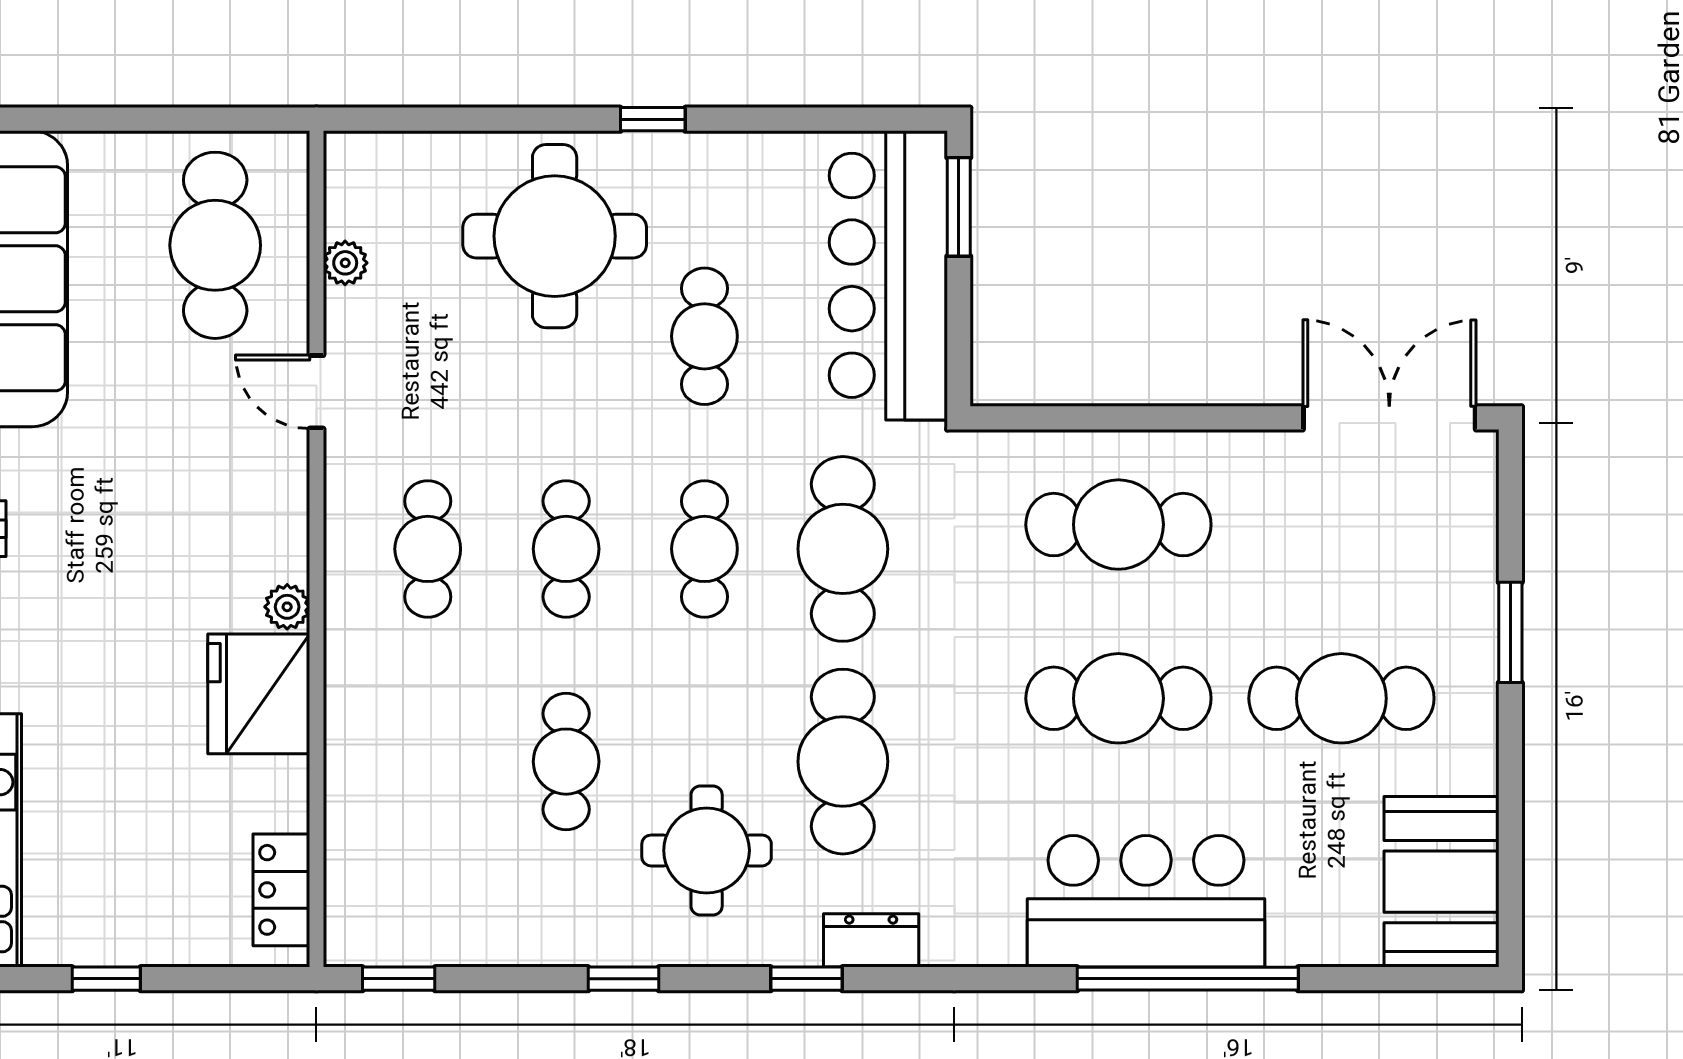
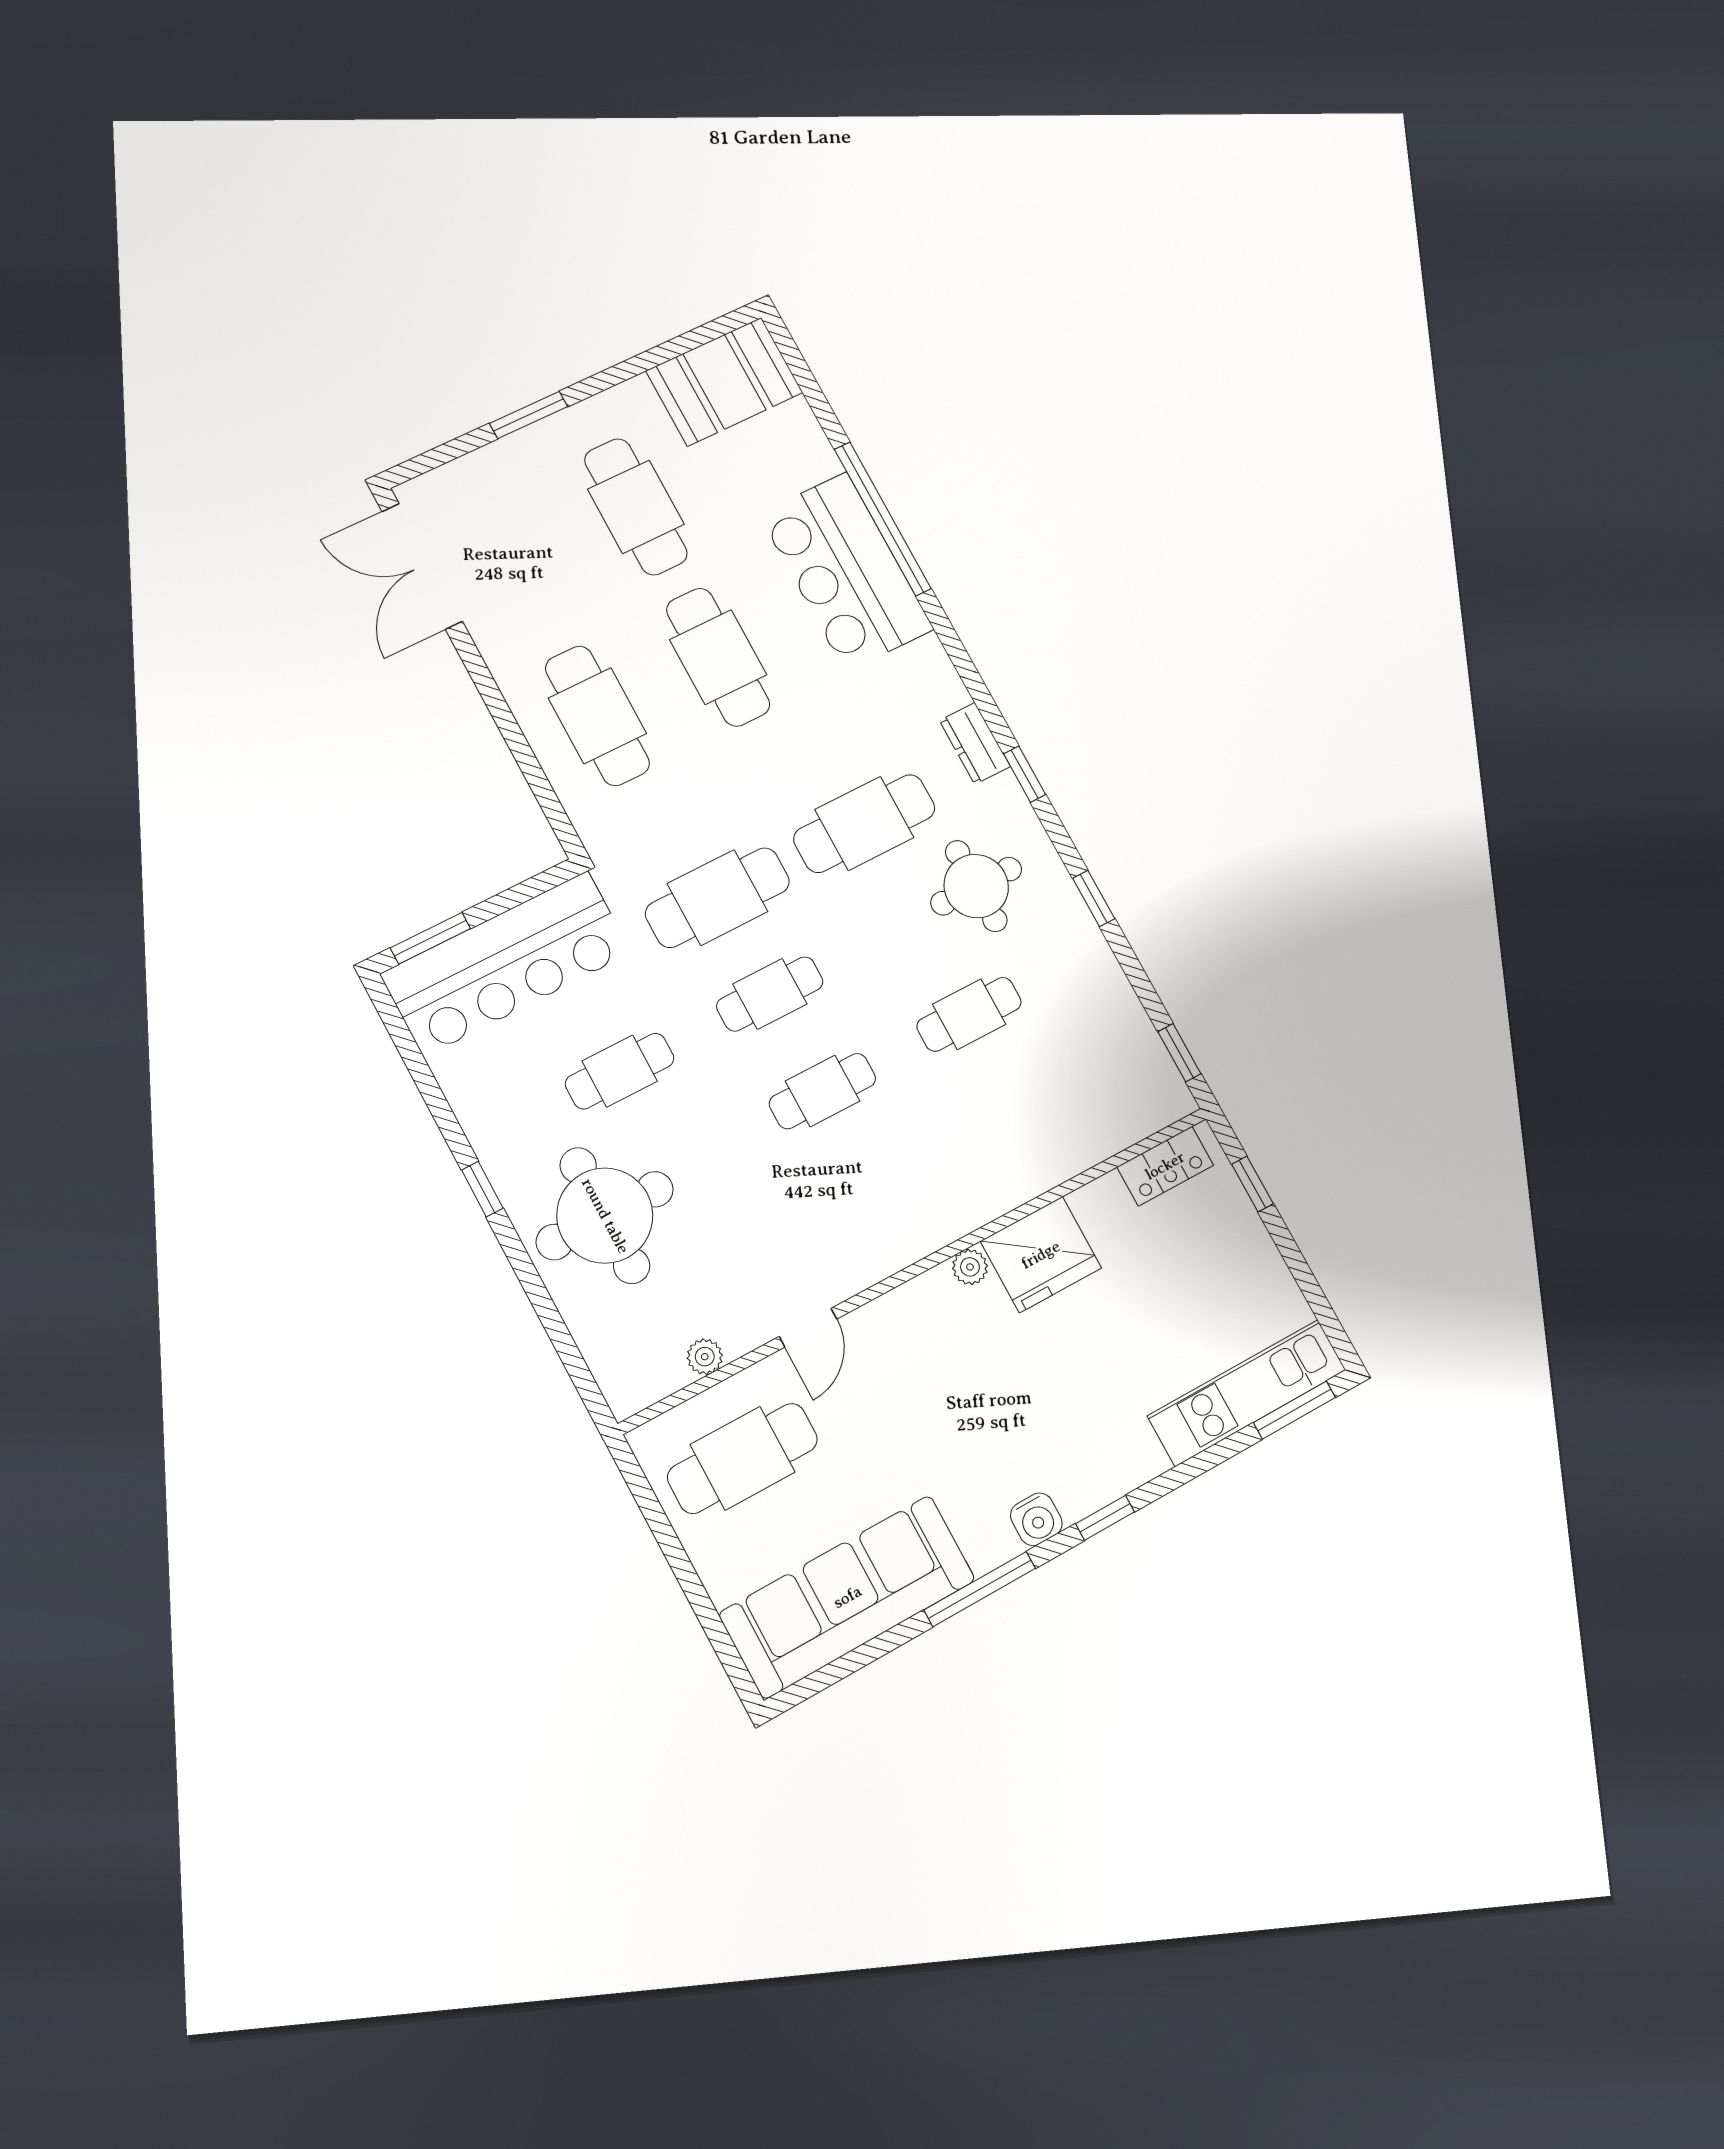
cafe table: (428, 549) -> (876, 1189), removed
window: (106, 979) -> (1252, 1184), moved

